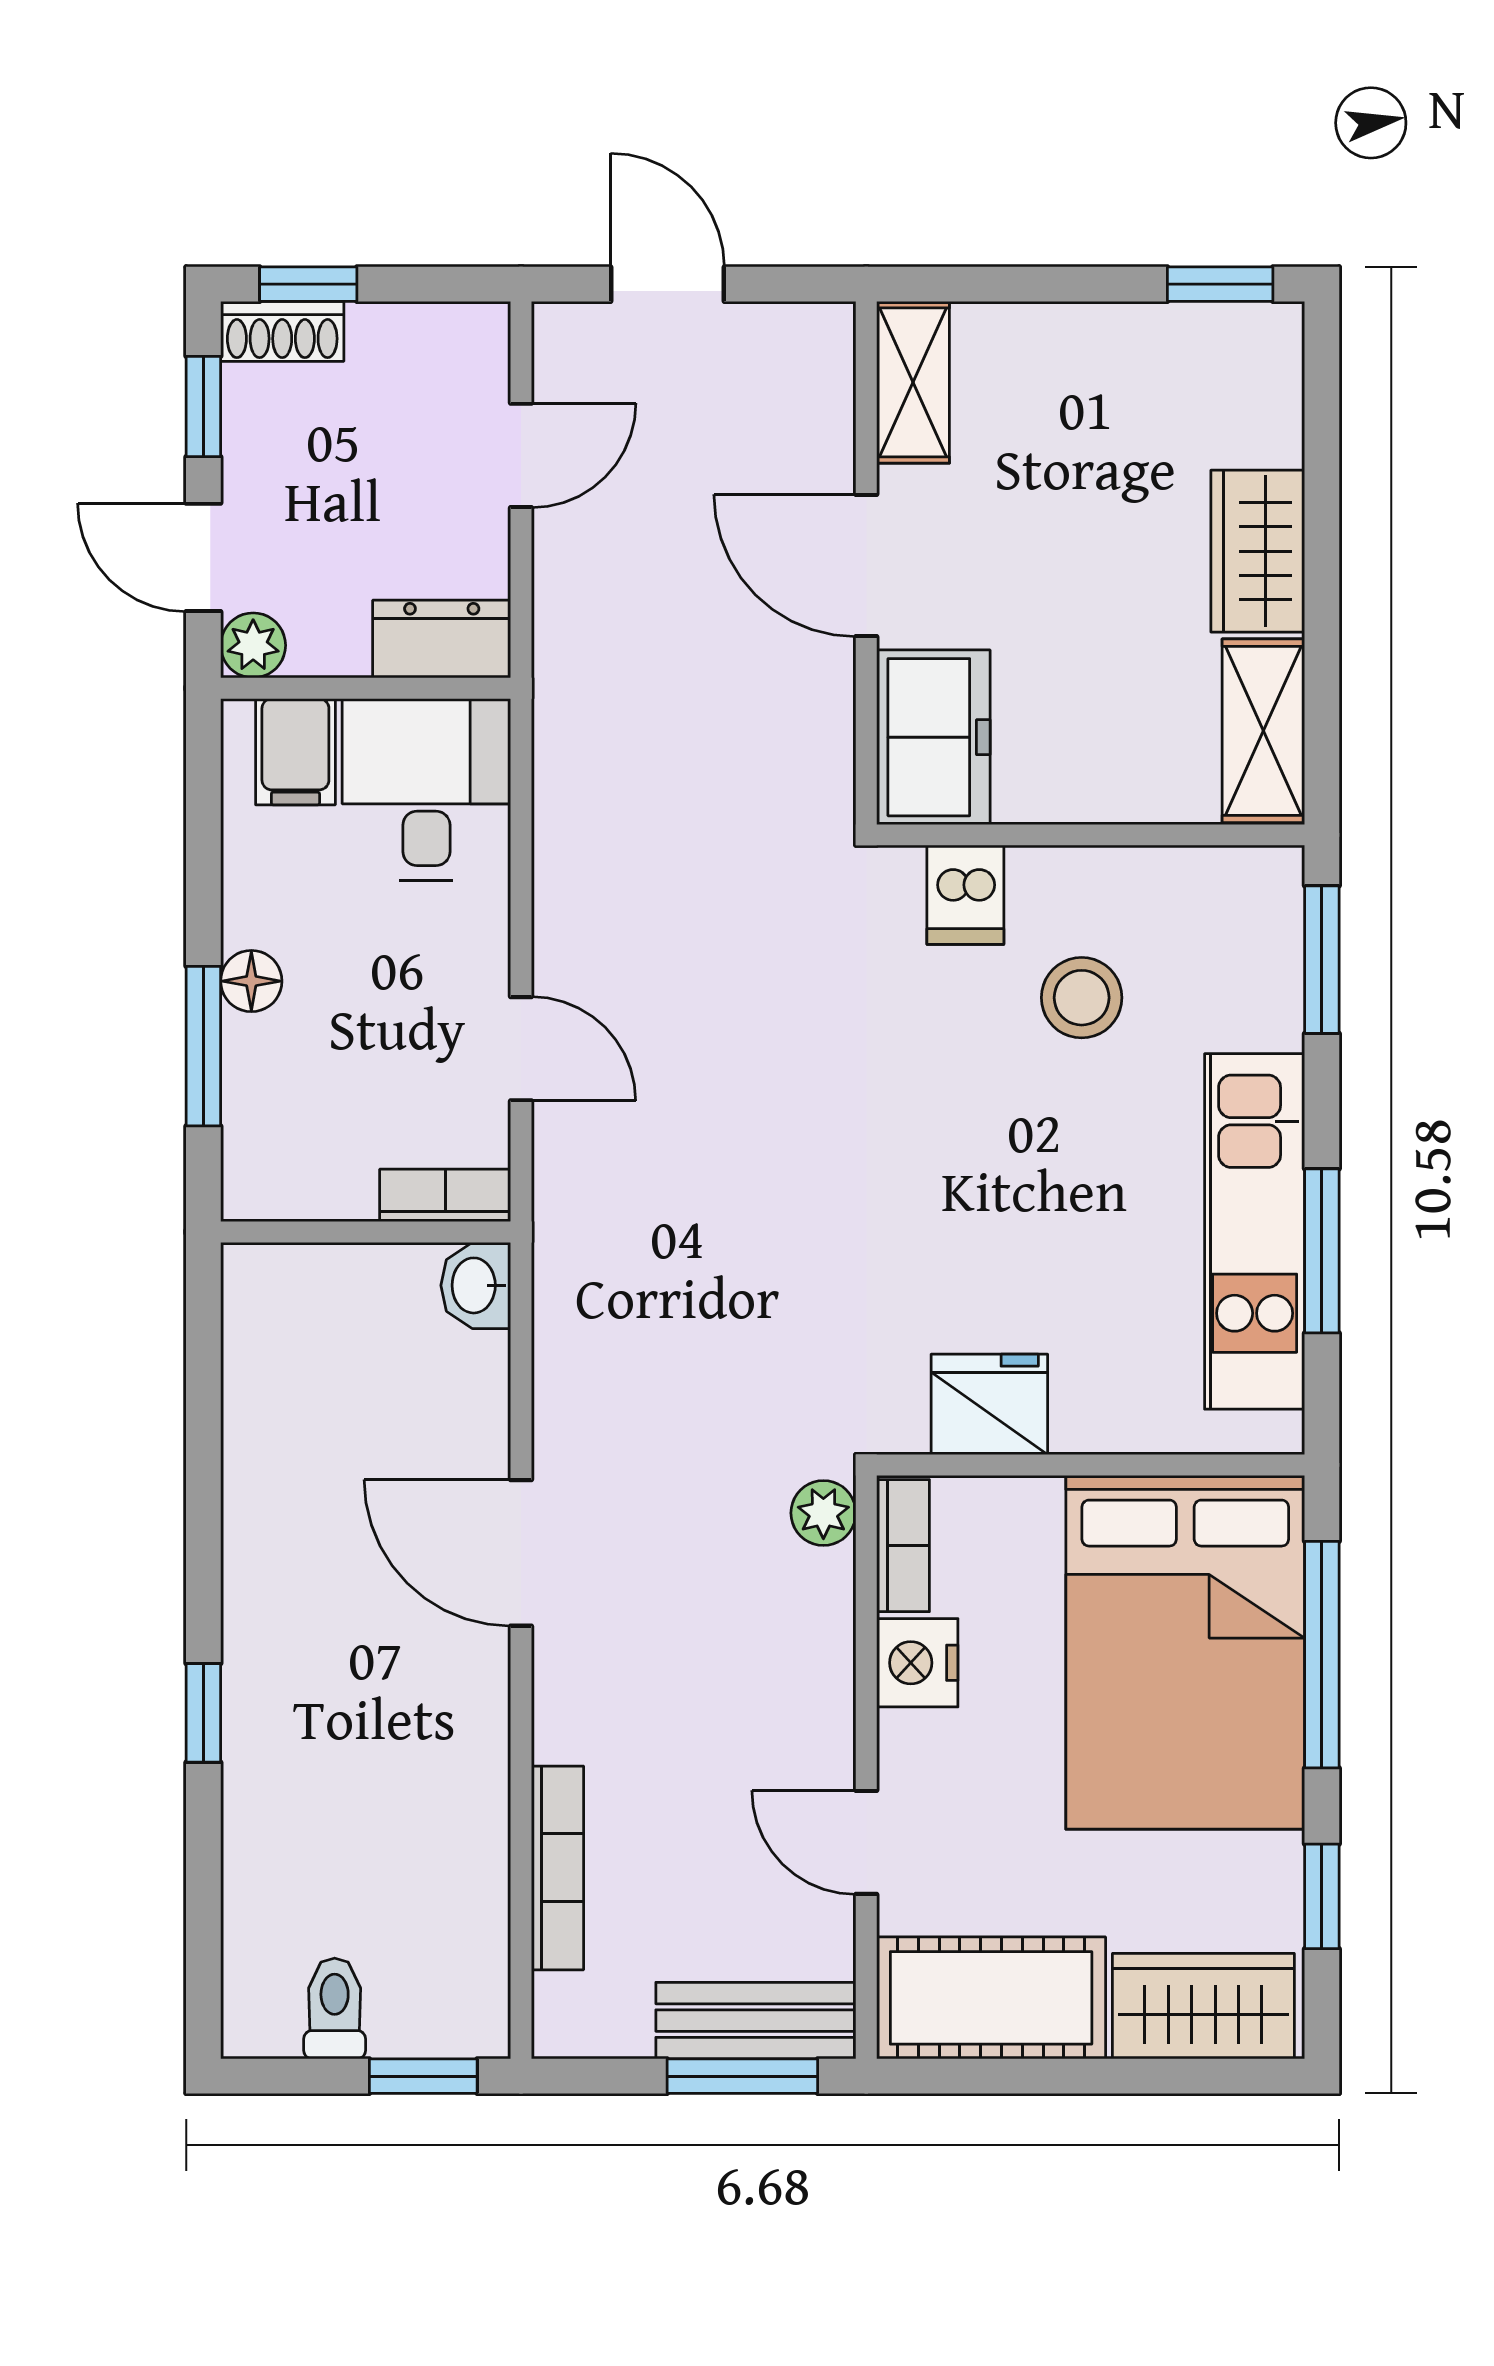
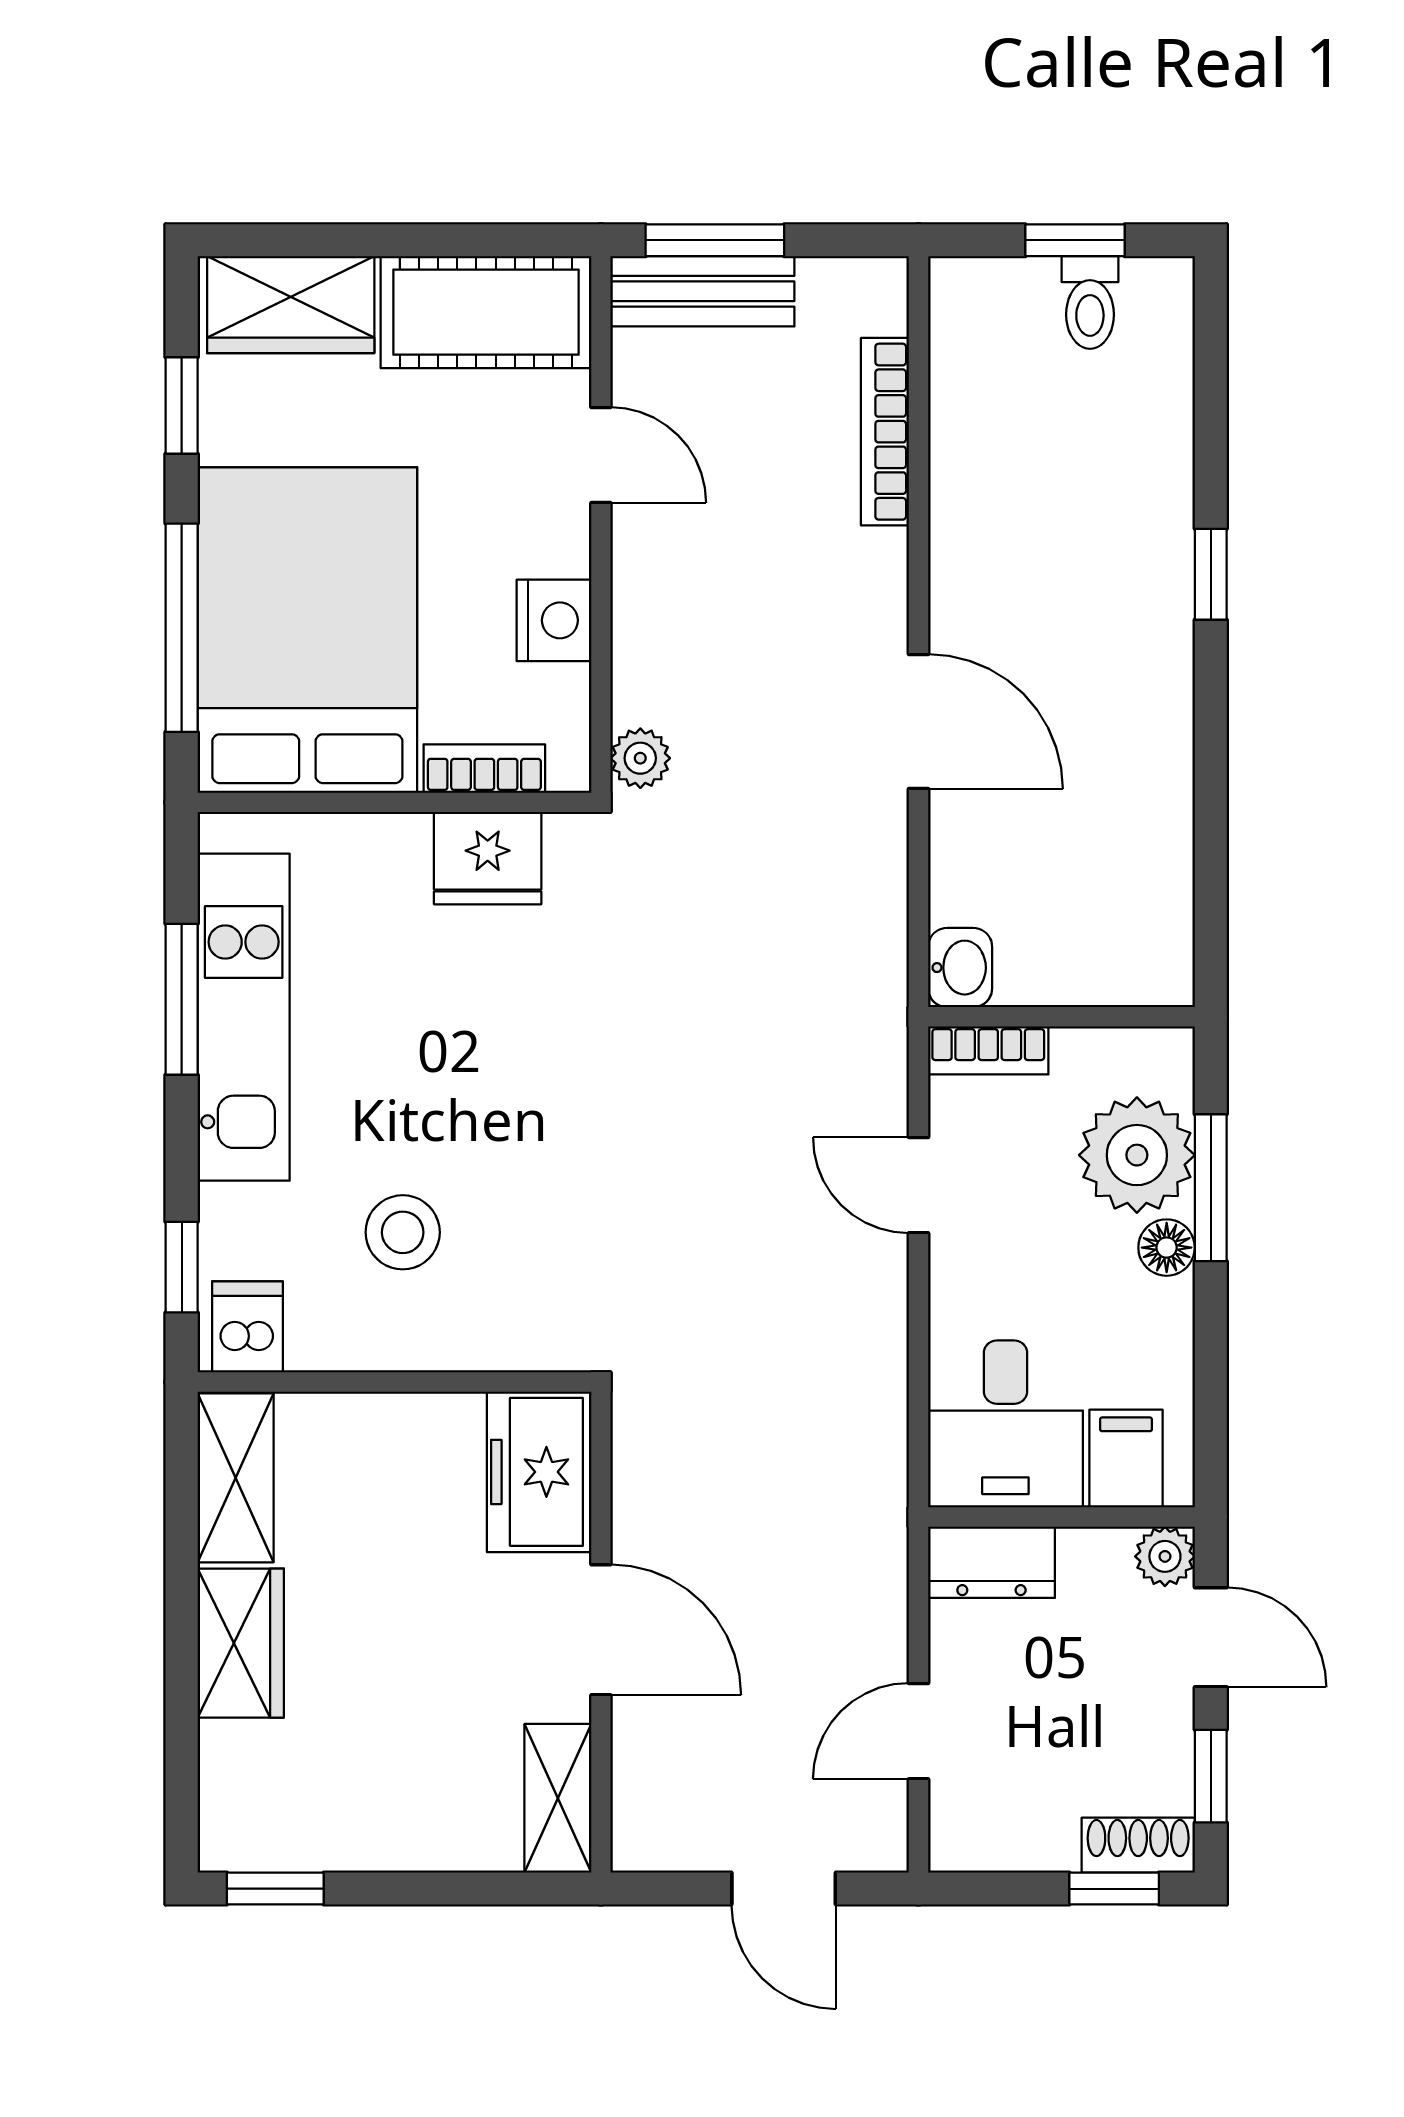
dishwasher: (965, 895) -> (247, 1327), moved
window: (1322, 960) -> (182, 1267), width x0.67
plant: (284, 1082) -> (1137, 1155), added
bookcase: (903, 1546) -> (484, 769), moved, turned 90
window: (423, 2076) -> (1075, 240), moved

